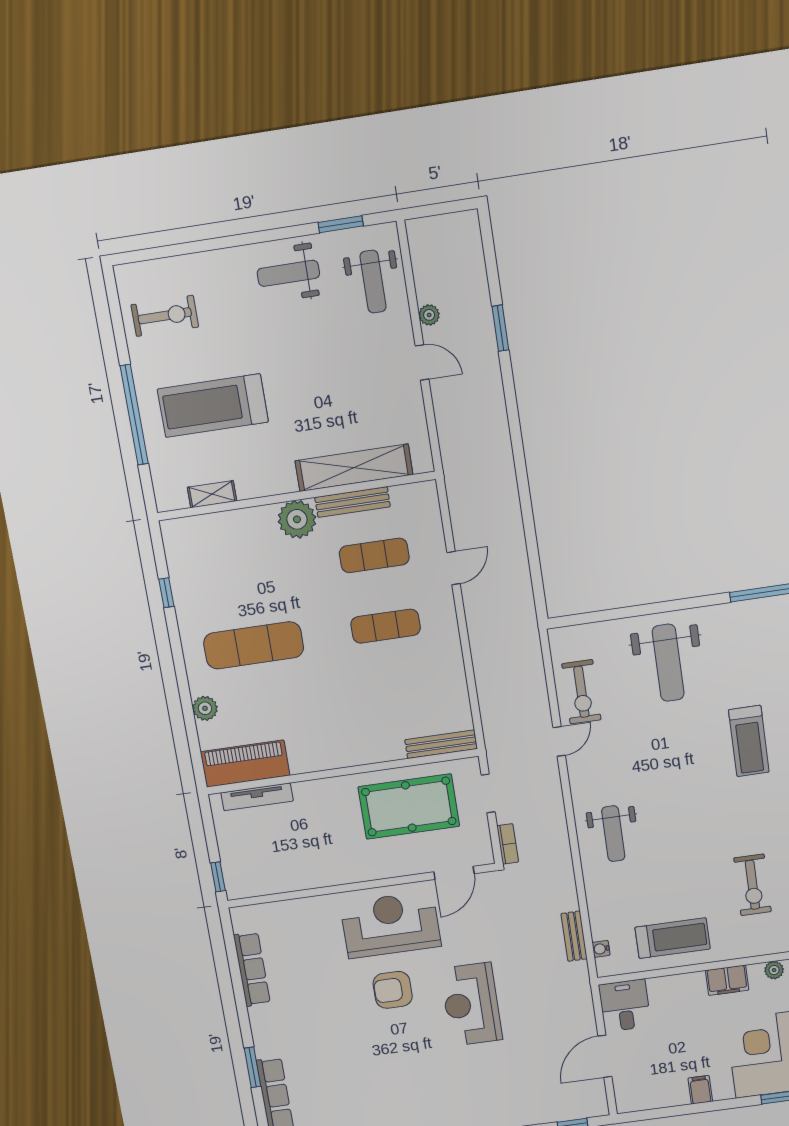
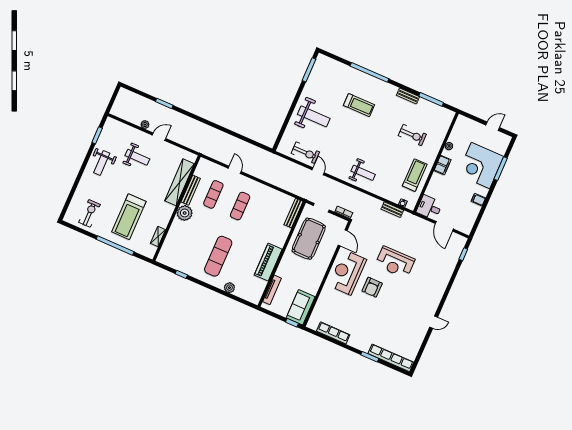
weight bench: (373, 282) -> (137, 157), moved
piano: (245, 764) -> (268, 262), moved
sofa: (260, 875) -> (301, 307), added

